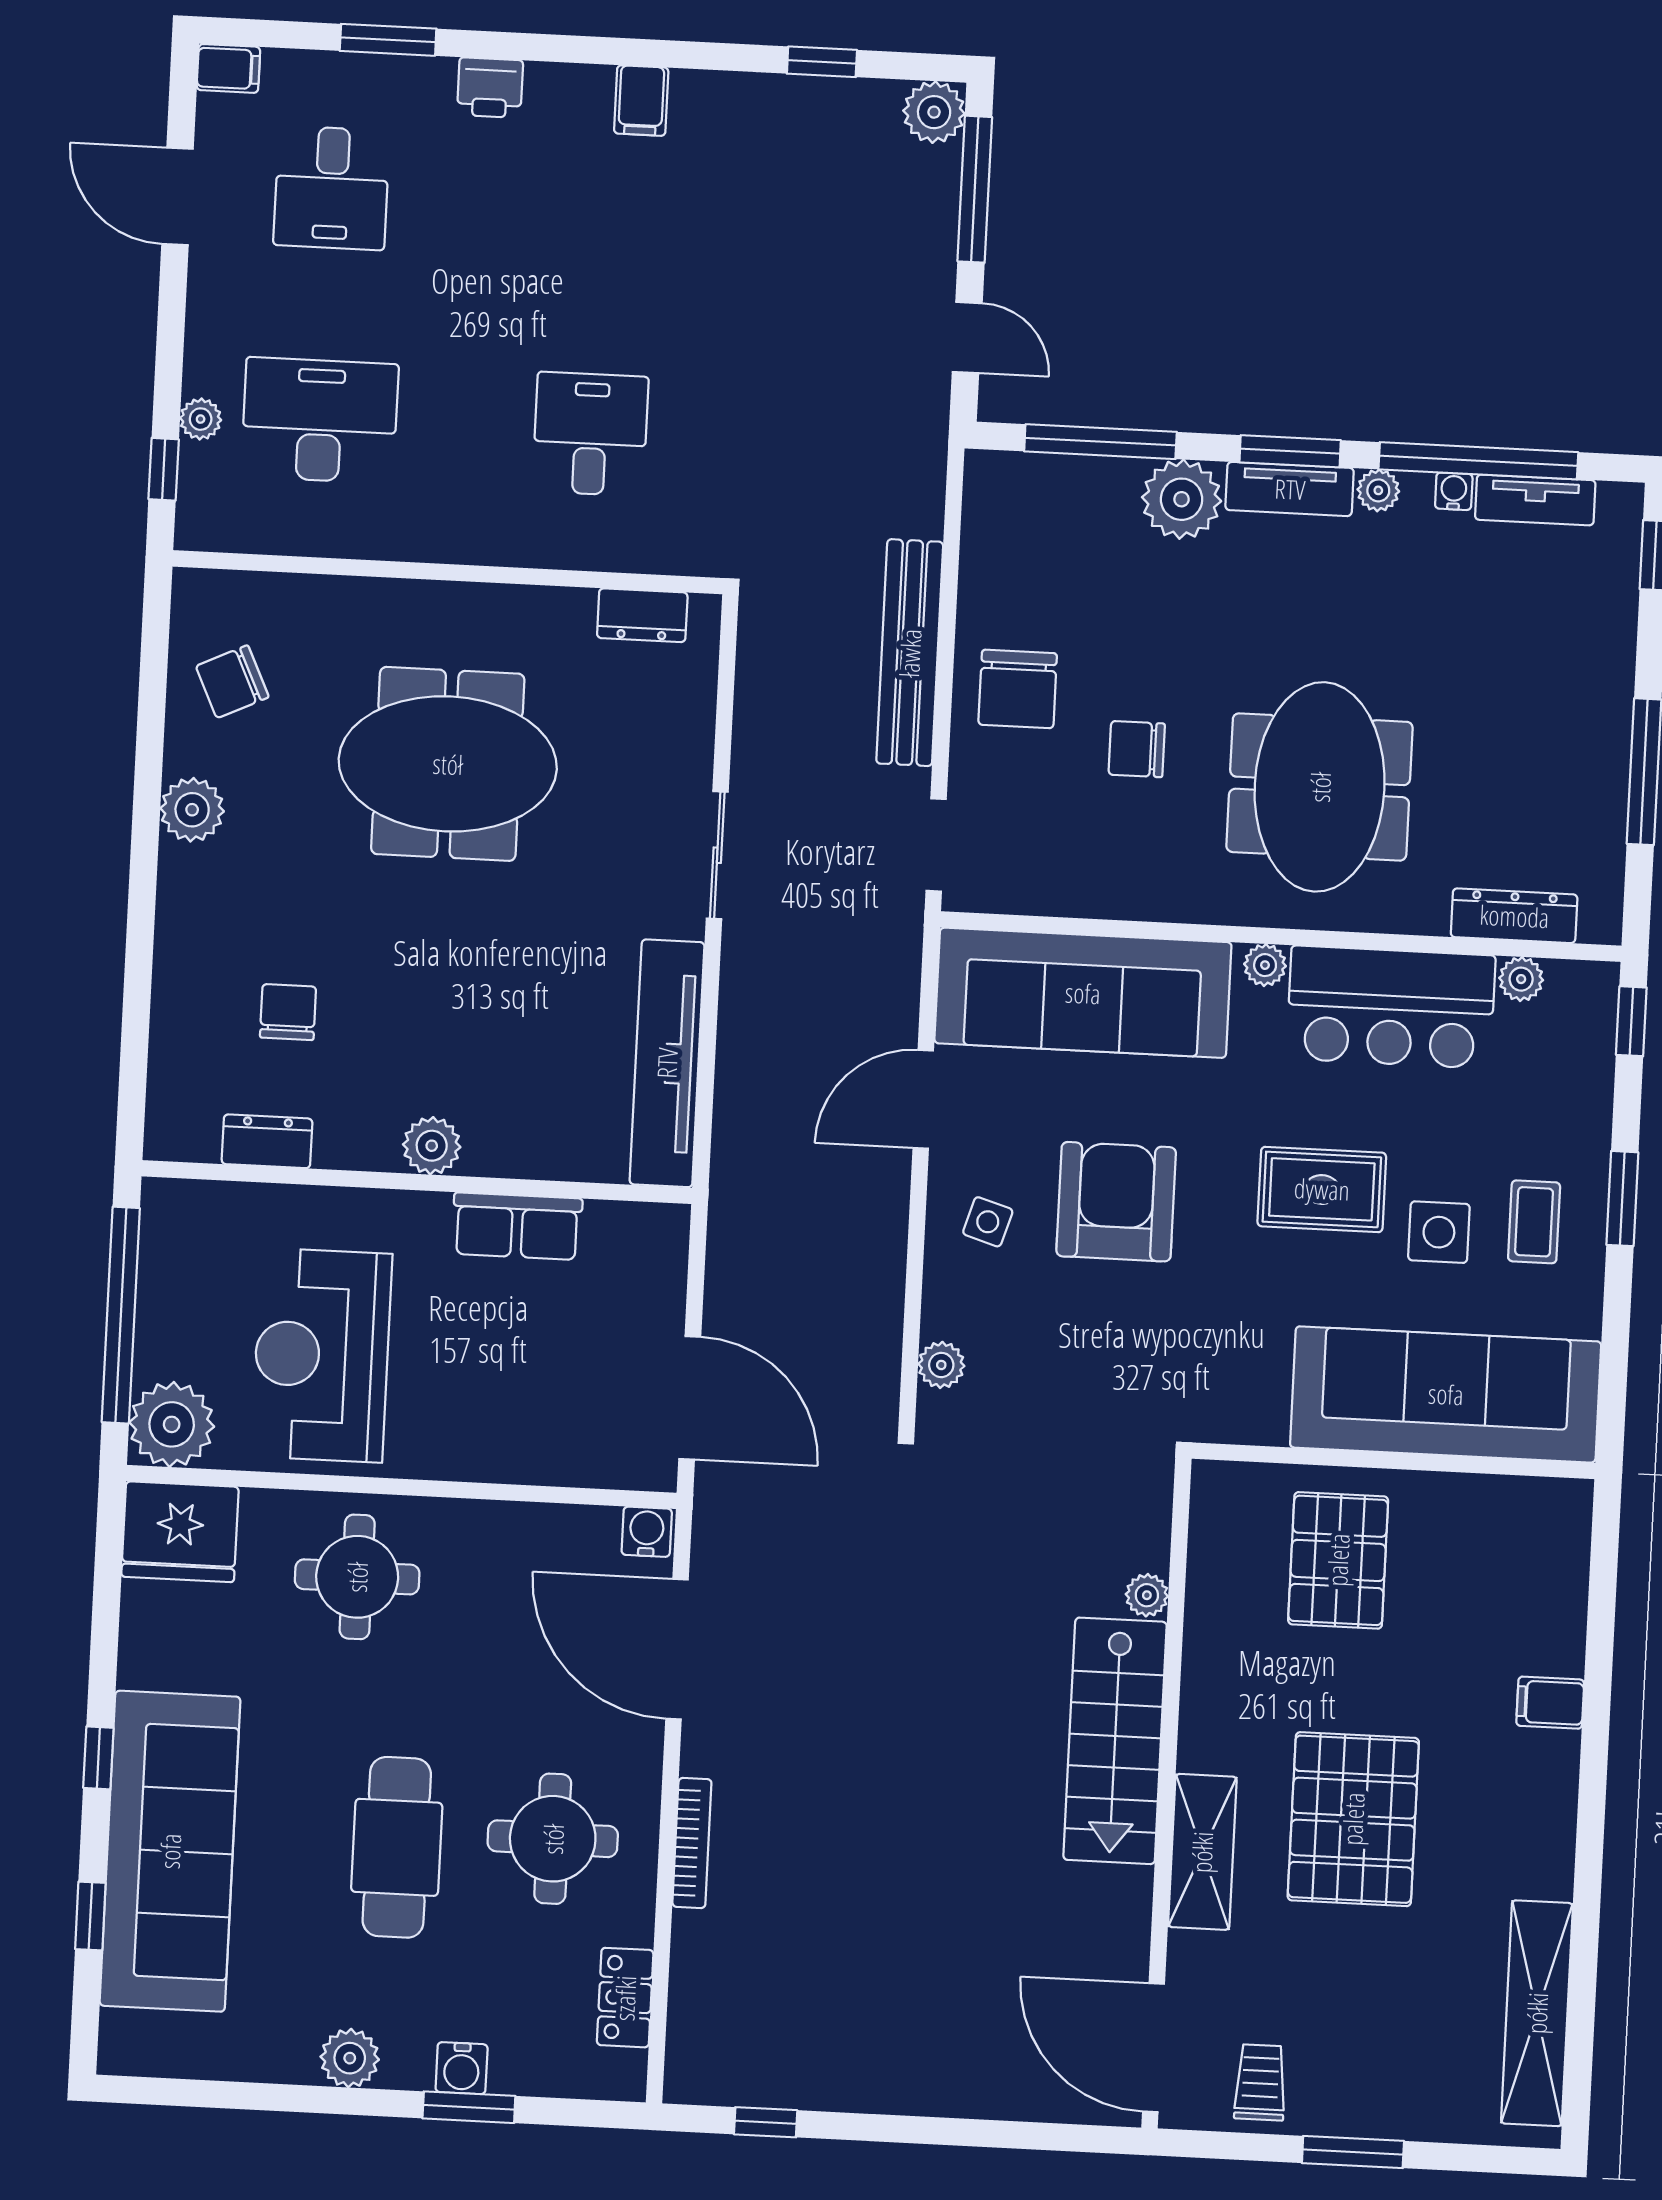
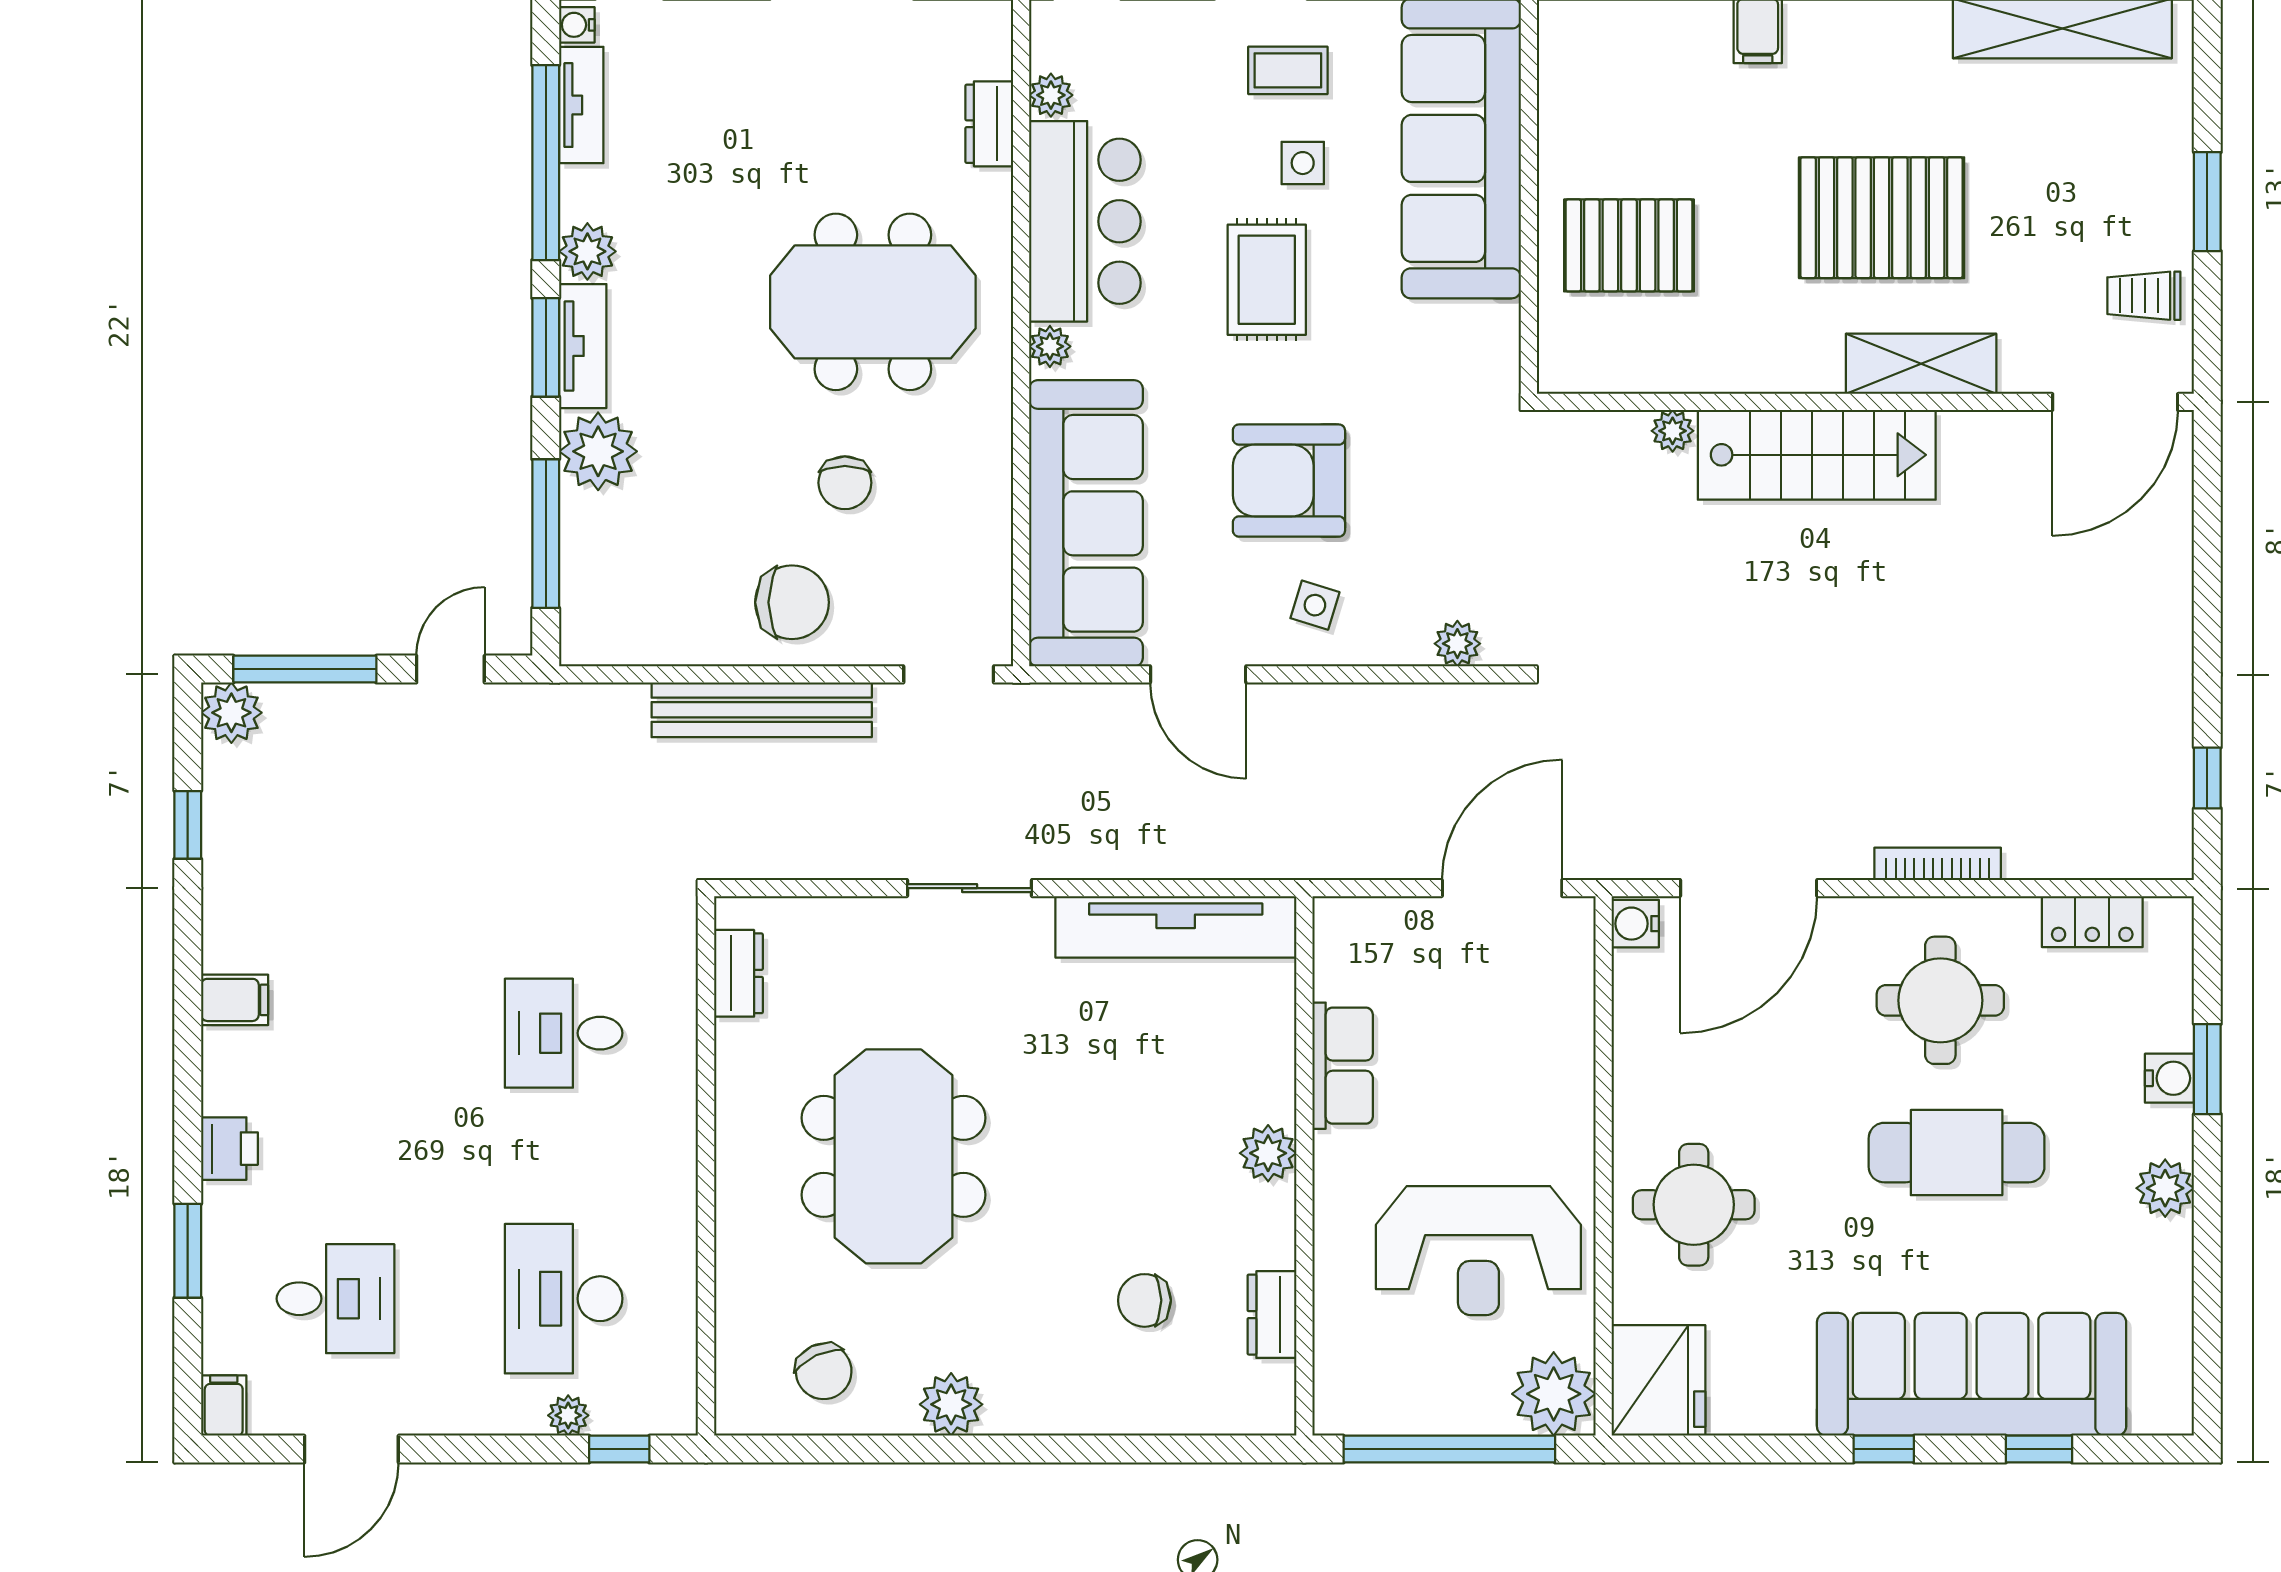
plant: (1378, 490) -> (587, 251), width x1.38, depth x1.38
water cooler: (1454, 491) -> (577, 25), moved
dresser: (1514, 916) -> (989, 124), width x0.70
side table: (1439, 1232) -> (1303, 163), width x0.73, depth x0.73

